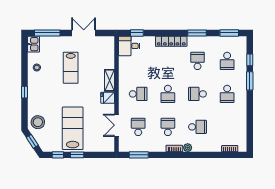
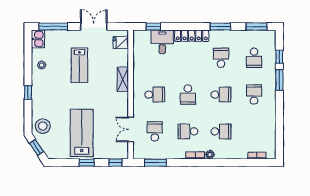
desk: (129, 46) -> (162, 42), moved, turned 90
school desk: (197, 94) -> (221, 95), turned 180
school desk: (227, 94) -> (254, 95), turned 180
fridge: (108, 98) -> (121, 42), moved
school desk: (168, 127) -> (188, 131), turned -90
window: (58, 155) -> (115, 163), moved

